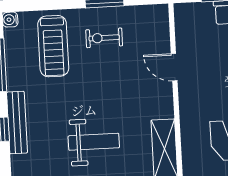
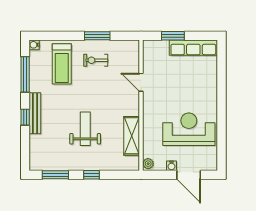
weight bench: (94, 142) -> (85, 129), turned -90

